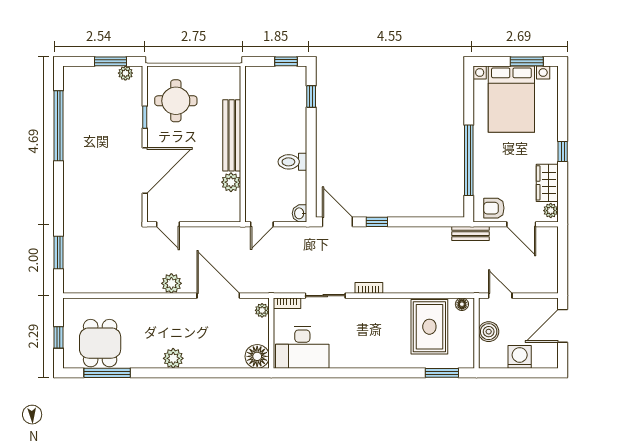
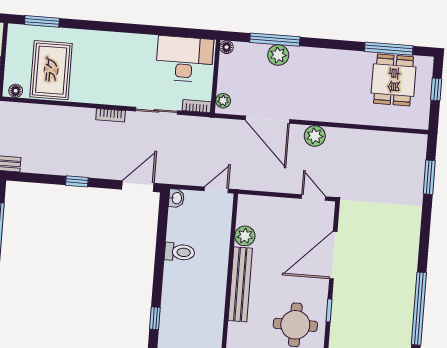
door: (337, 222) -> (138, 186), swing flipped
window: (377, 222) -> (77, 181), moved
floor lamp: (257, 356) -> (227, 47), width x0.53, depth x0.53
plant: (173, 358) -> (278, 55), moved
window: (217, 373) -> (275, 40), added

